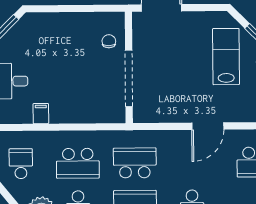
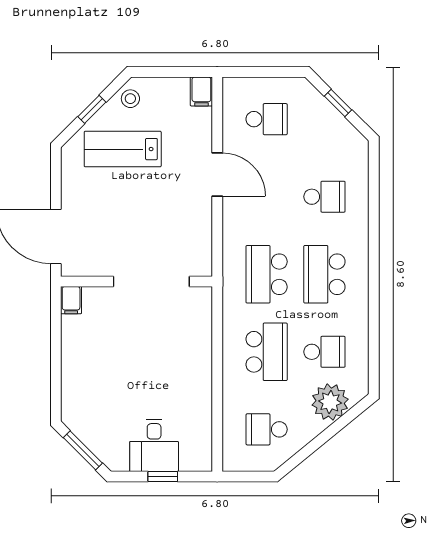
chair: (109, 41) -> (101, 308), removed
filing cabinet: (41, 114) -> (71, 300), moved, turned -90

